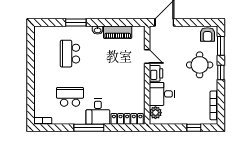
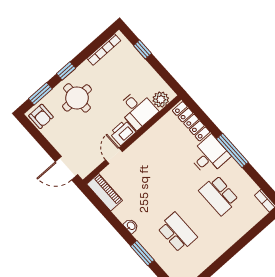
piano: (118, 32) -> (105, 192), moved
armchair: (207, 35) -> (41, 116), turned 90
school desk: (70, 54) -> (177, 232), turned -90

